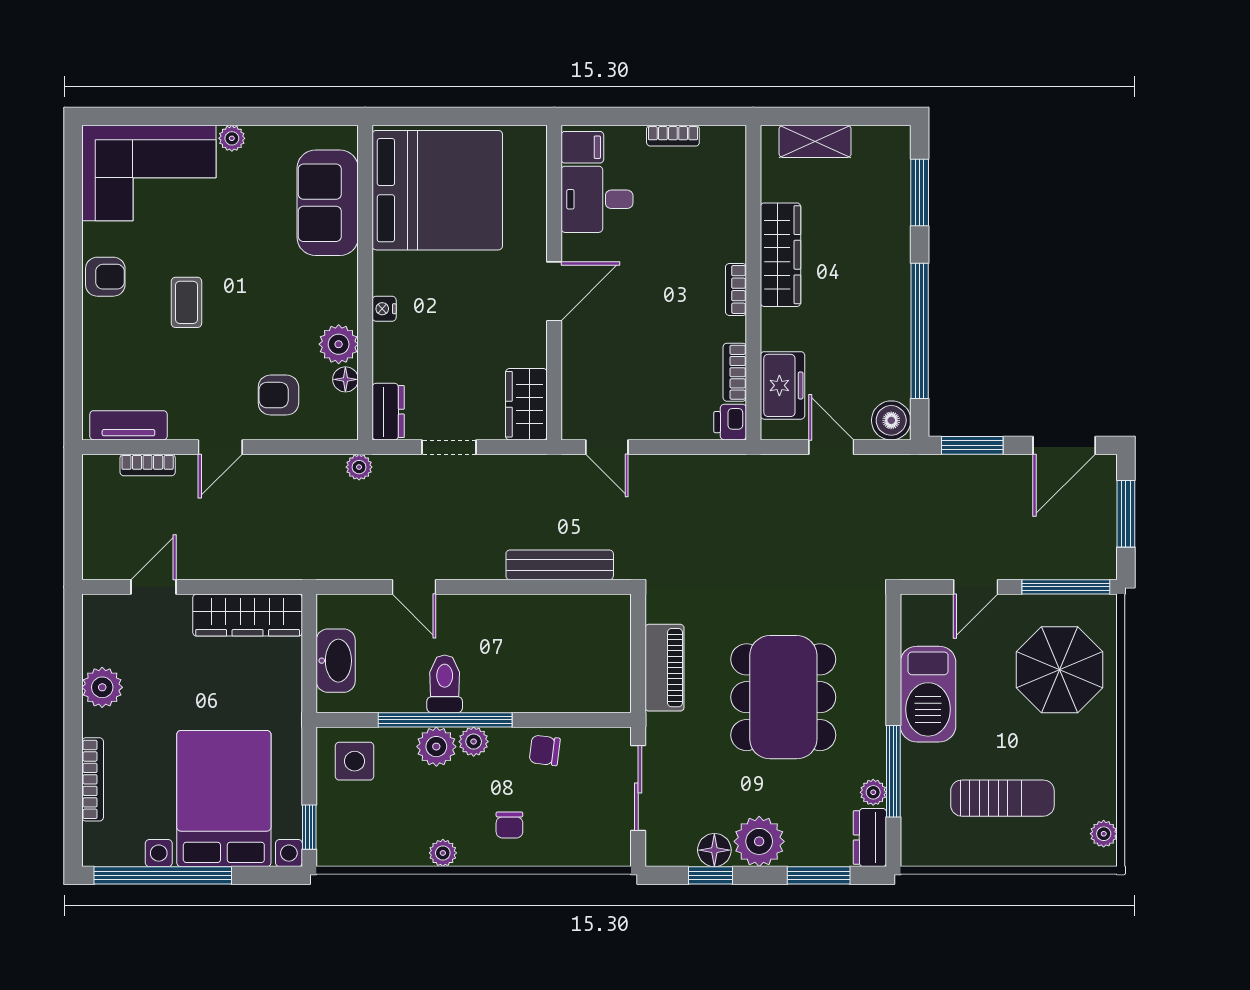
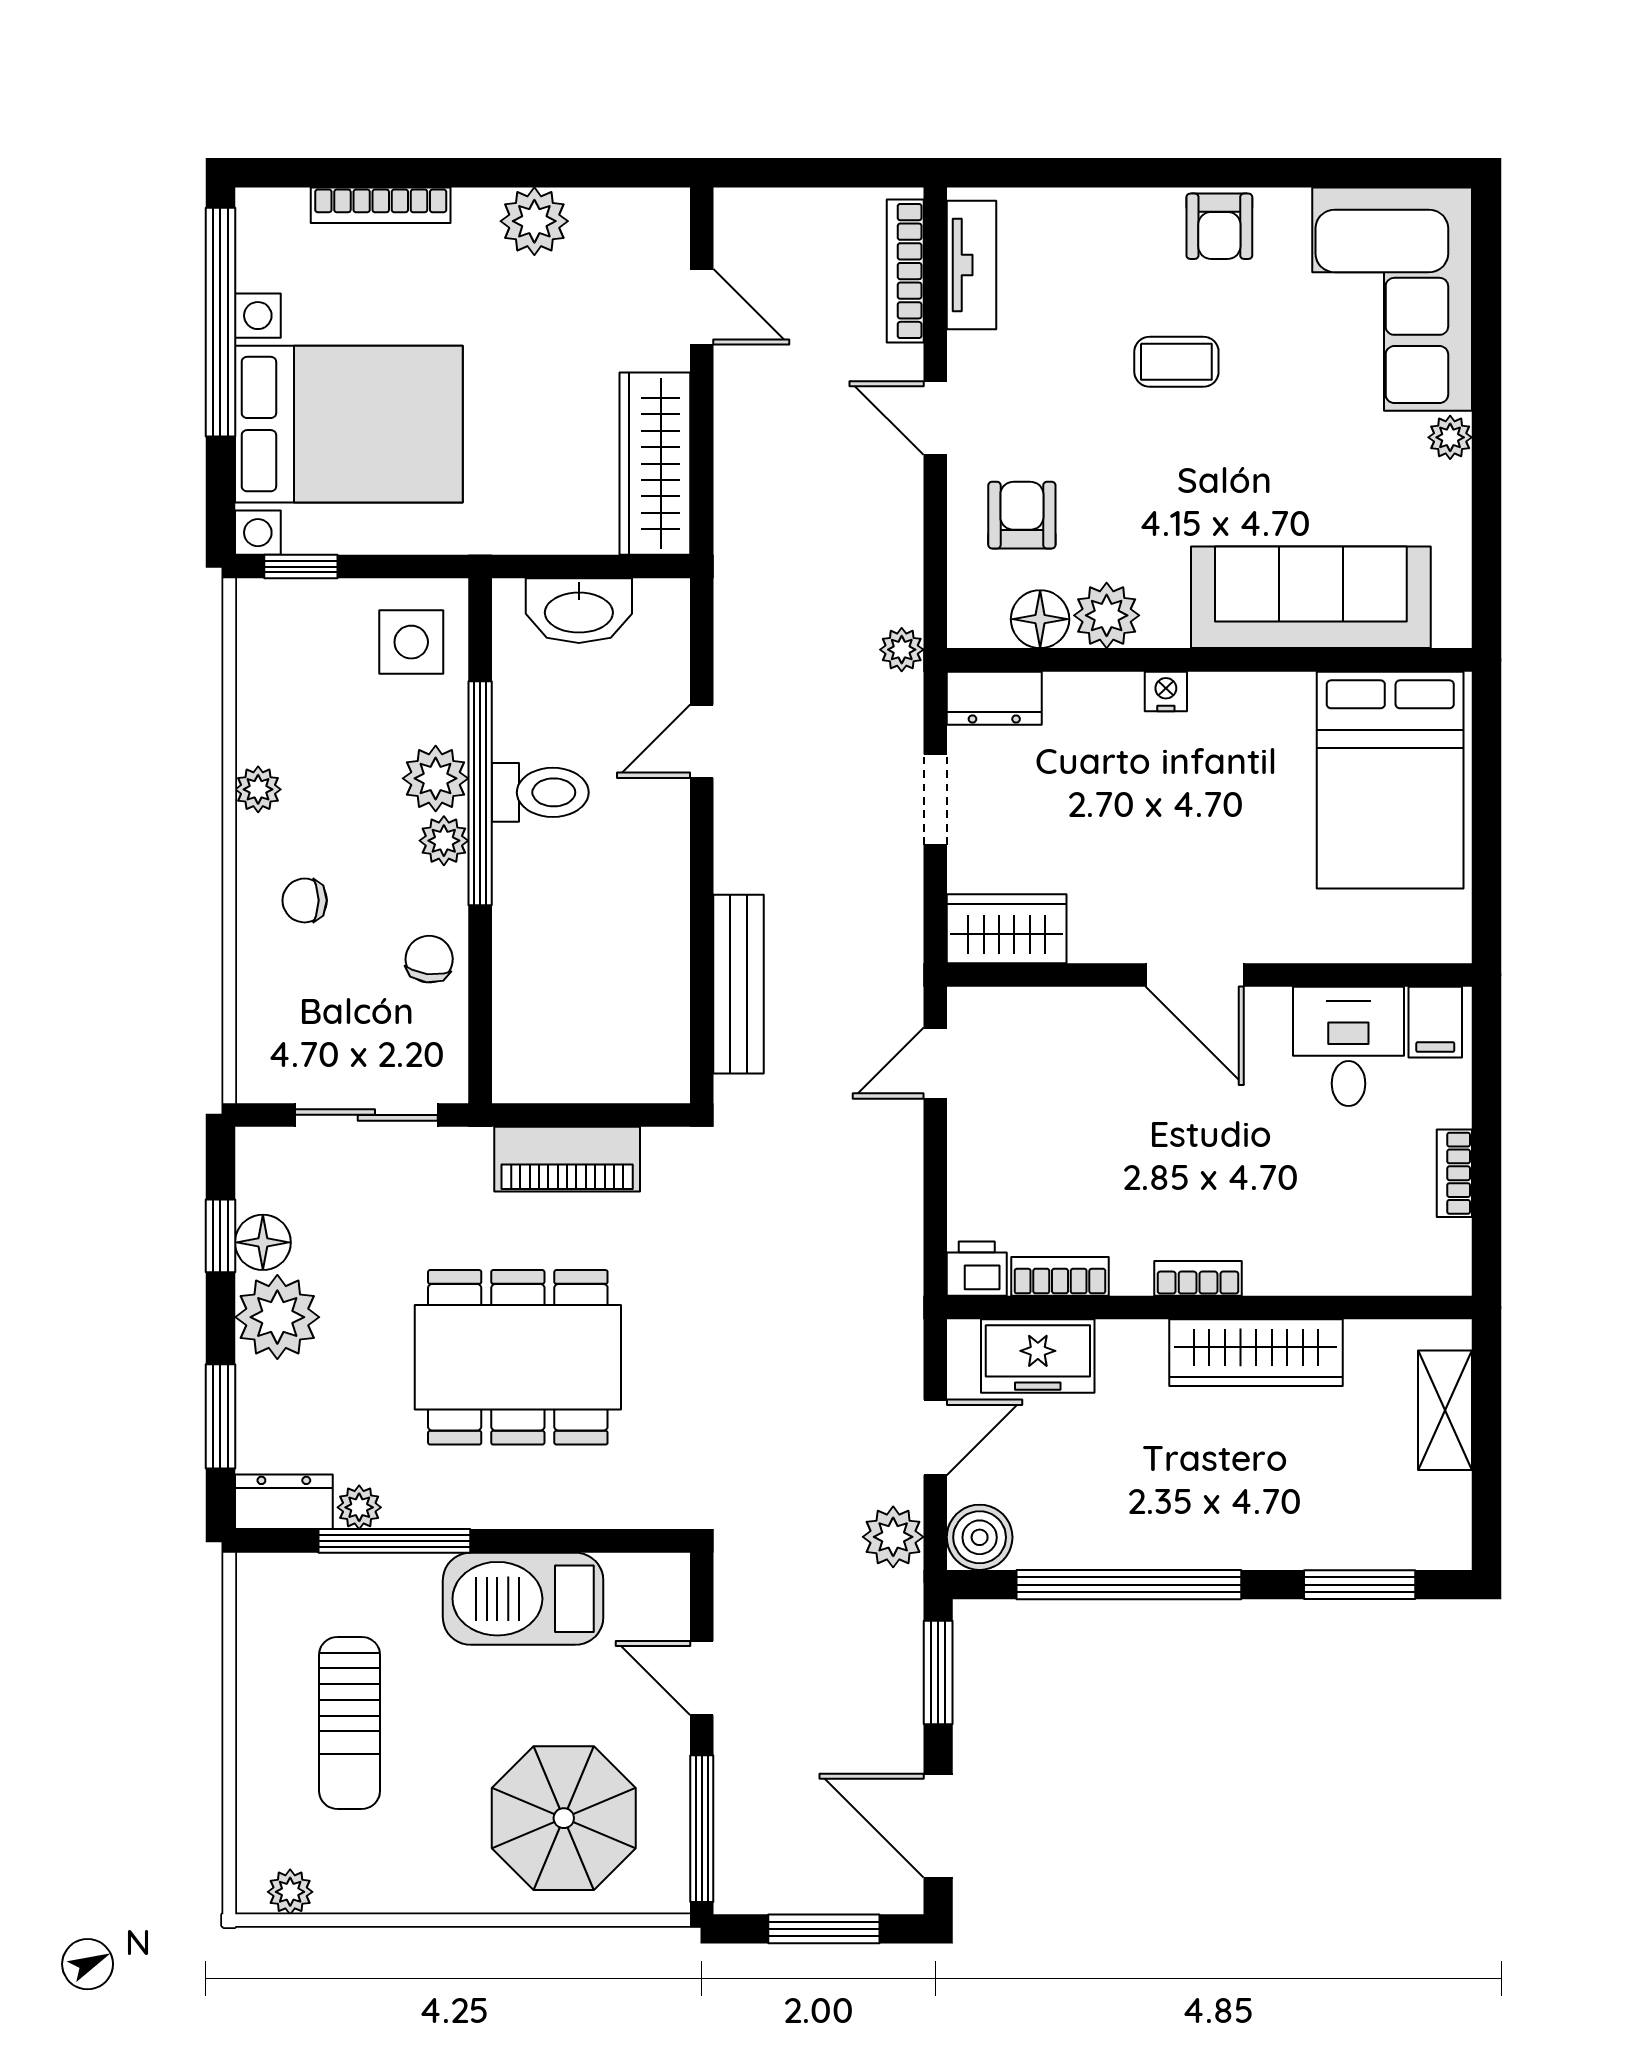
bed: (437, 190) -> (1390, 780), width x0.73
sofa: (328, 203) -> (1311, 597), width x1.36
floor lamp: (345, 379) -> (1040, 619), width x1.37, depth x1.37
bookcase: (148, 465) -> (905, 271), width x1.56
plant: (891, 472) -> (893, 1537), added

